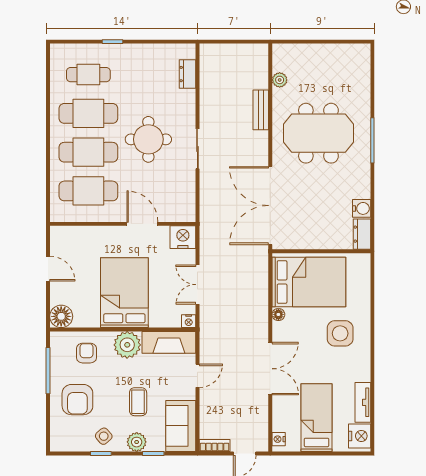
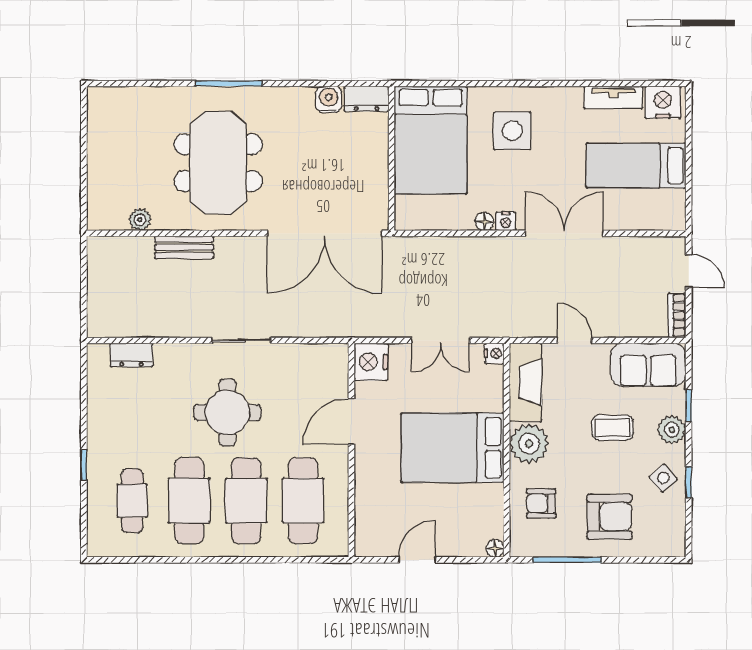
bed: (309, 282) -> (431, 140), moved, turned 180
floor lamp: (61, 316) -> (495, 548), width x0.53, depth x0.53
nightstand: (279, 439) -> (506, 221), moved

